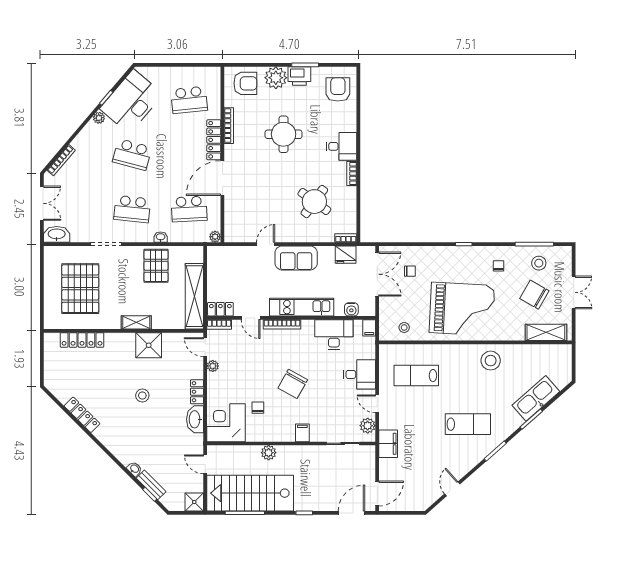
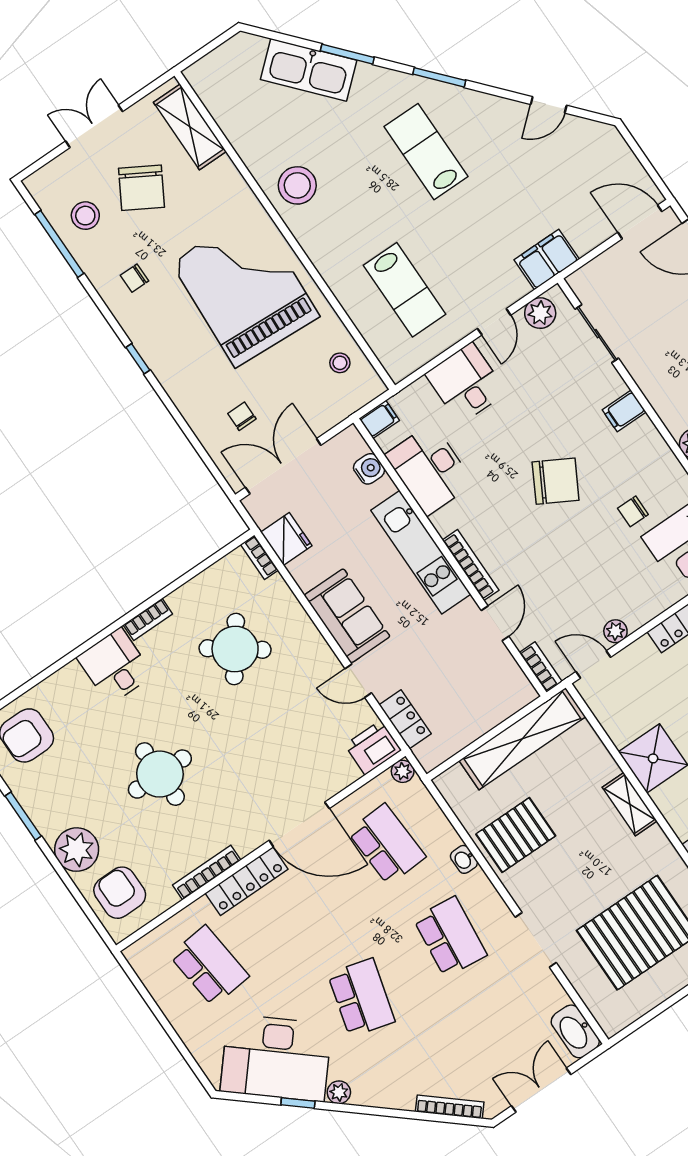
printer: (299, 76) -> (373, 748), moved, turned -90
locker: (220, 309) -> (405, 719), moved, turned 180
door: (205, 347) -> (593, 664), swing flipped

